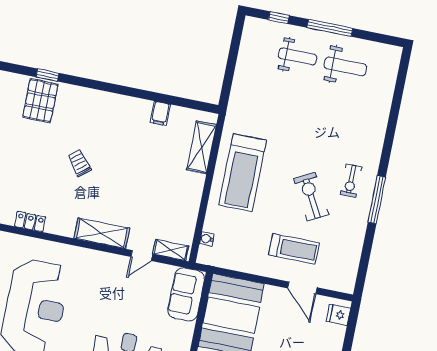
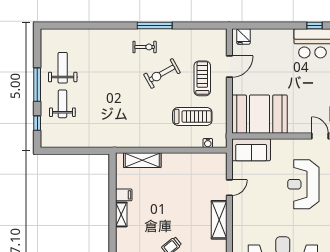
treadmill: (243, 173) -> (192, 116), moved, width x0.73, depth x0.73
shelving: (171, 250) -> (121, 214), moved
door: (142, 255) -> (229, 188), hinge flipped

